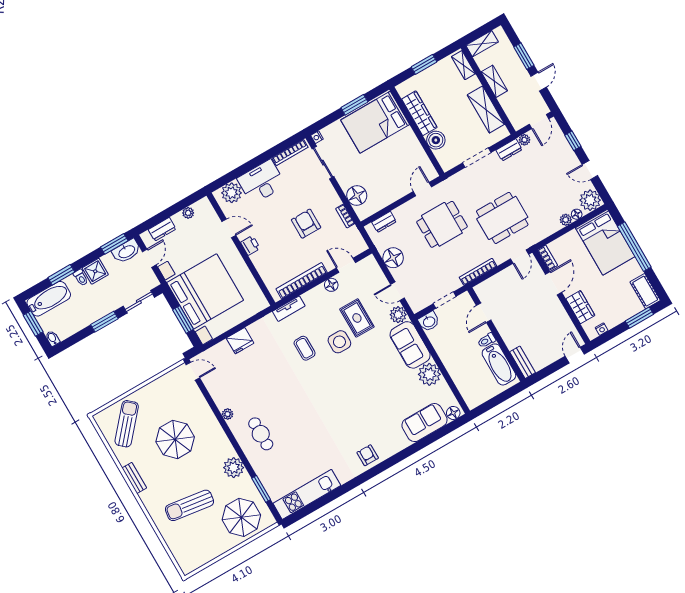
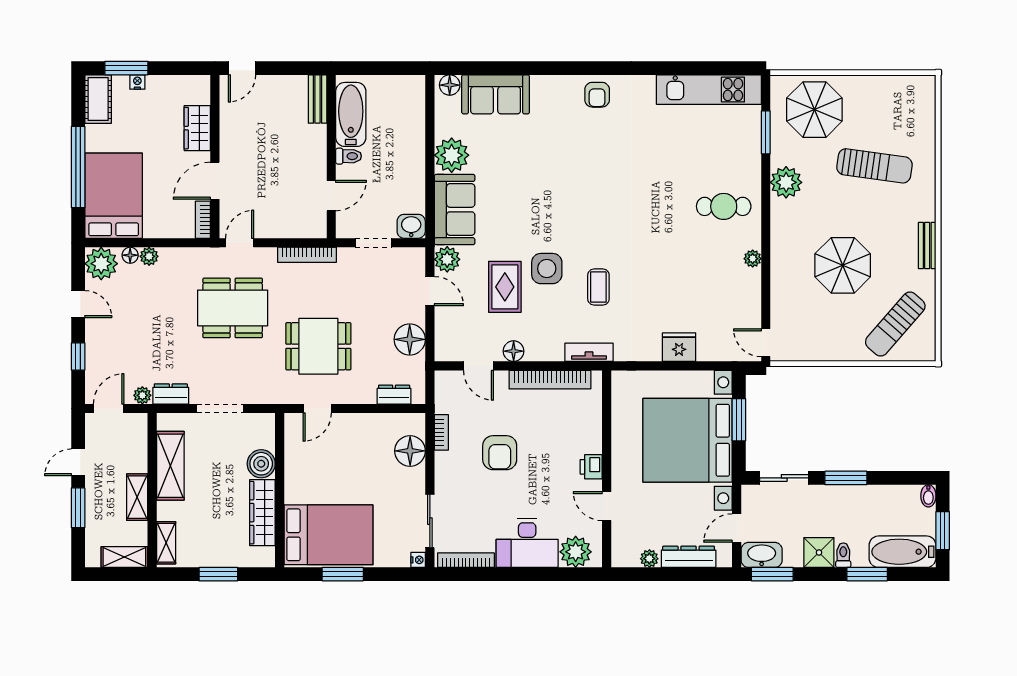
dresser: (162, 229) -> (689, 557), width x1.44
nightstand: (602, 329) -> (137, 82), moved
cafe table: (261, 434) -> (724, 206), turned 90

